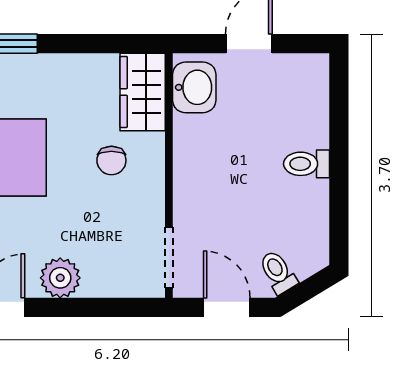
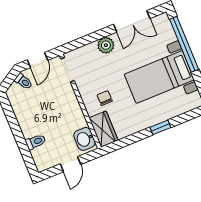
toilet: (307, 164) -> (36, 142), moved
door: (227, 307) -> (38, 60), hinge flipped

